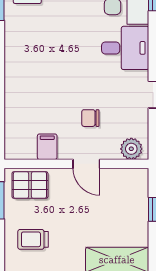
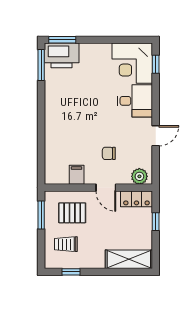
locker: (127, 179) -> (136, 199), added
pallet: (30, 185) -> (72, 213), moved

